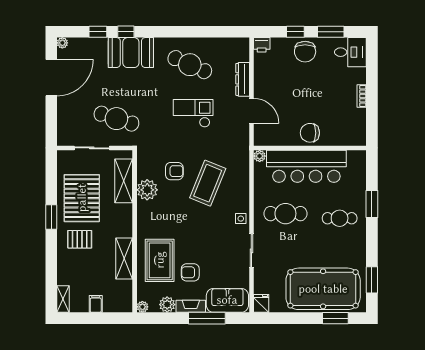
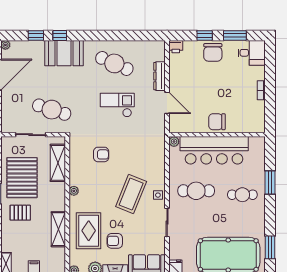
coffee table: (208, 183) -> (131, 194), moved
plant: (147, 190) -> (74, 191), moved, width x0.53, depth x0.53

